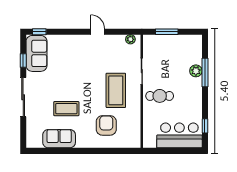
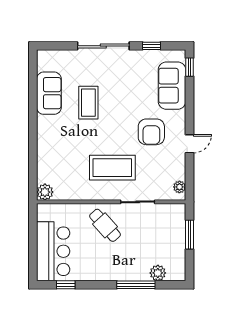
sofa: (37, 53) -> (172, 86), moved, turned 90
plant: (196, 71) -> (158, 273), moved
cafe table: (160, 96) -> (105, 225), turned -42
armchair: (106, 125) -> (151, 132), moved, turned 90
plant: (134, 142) -> (45, 192), added

